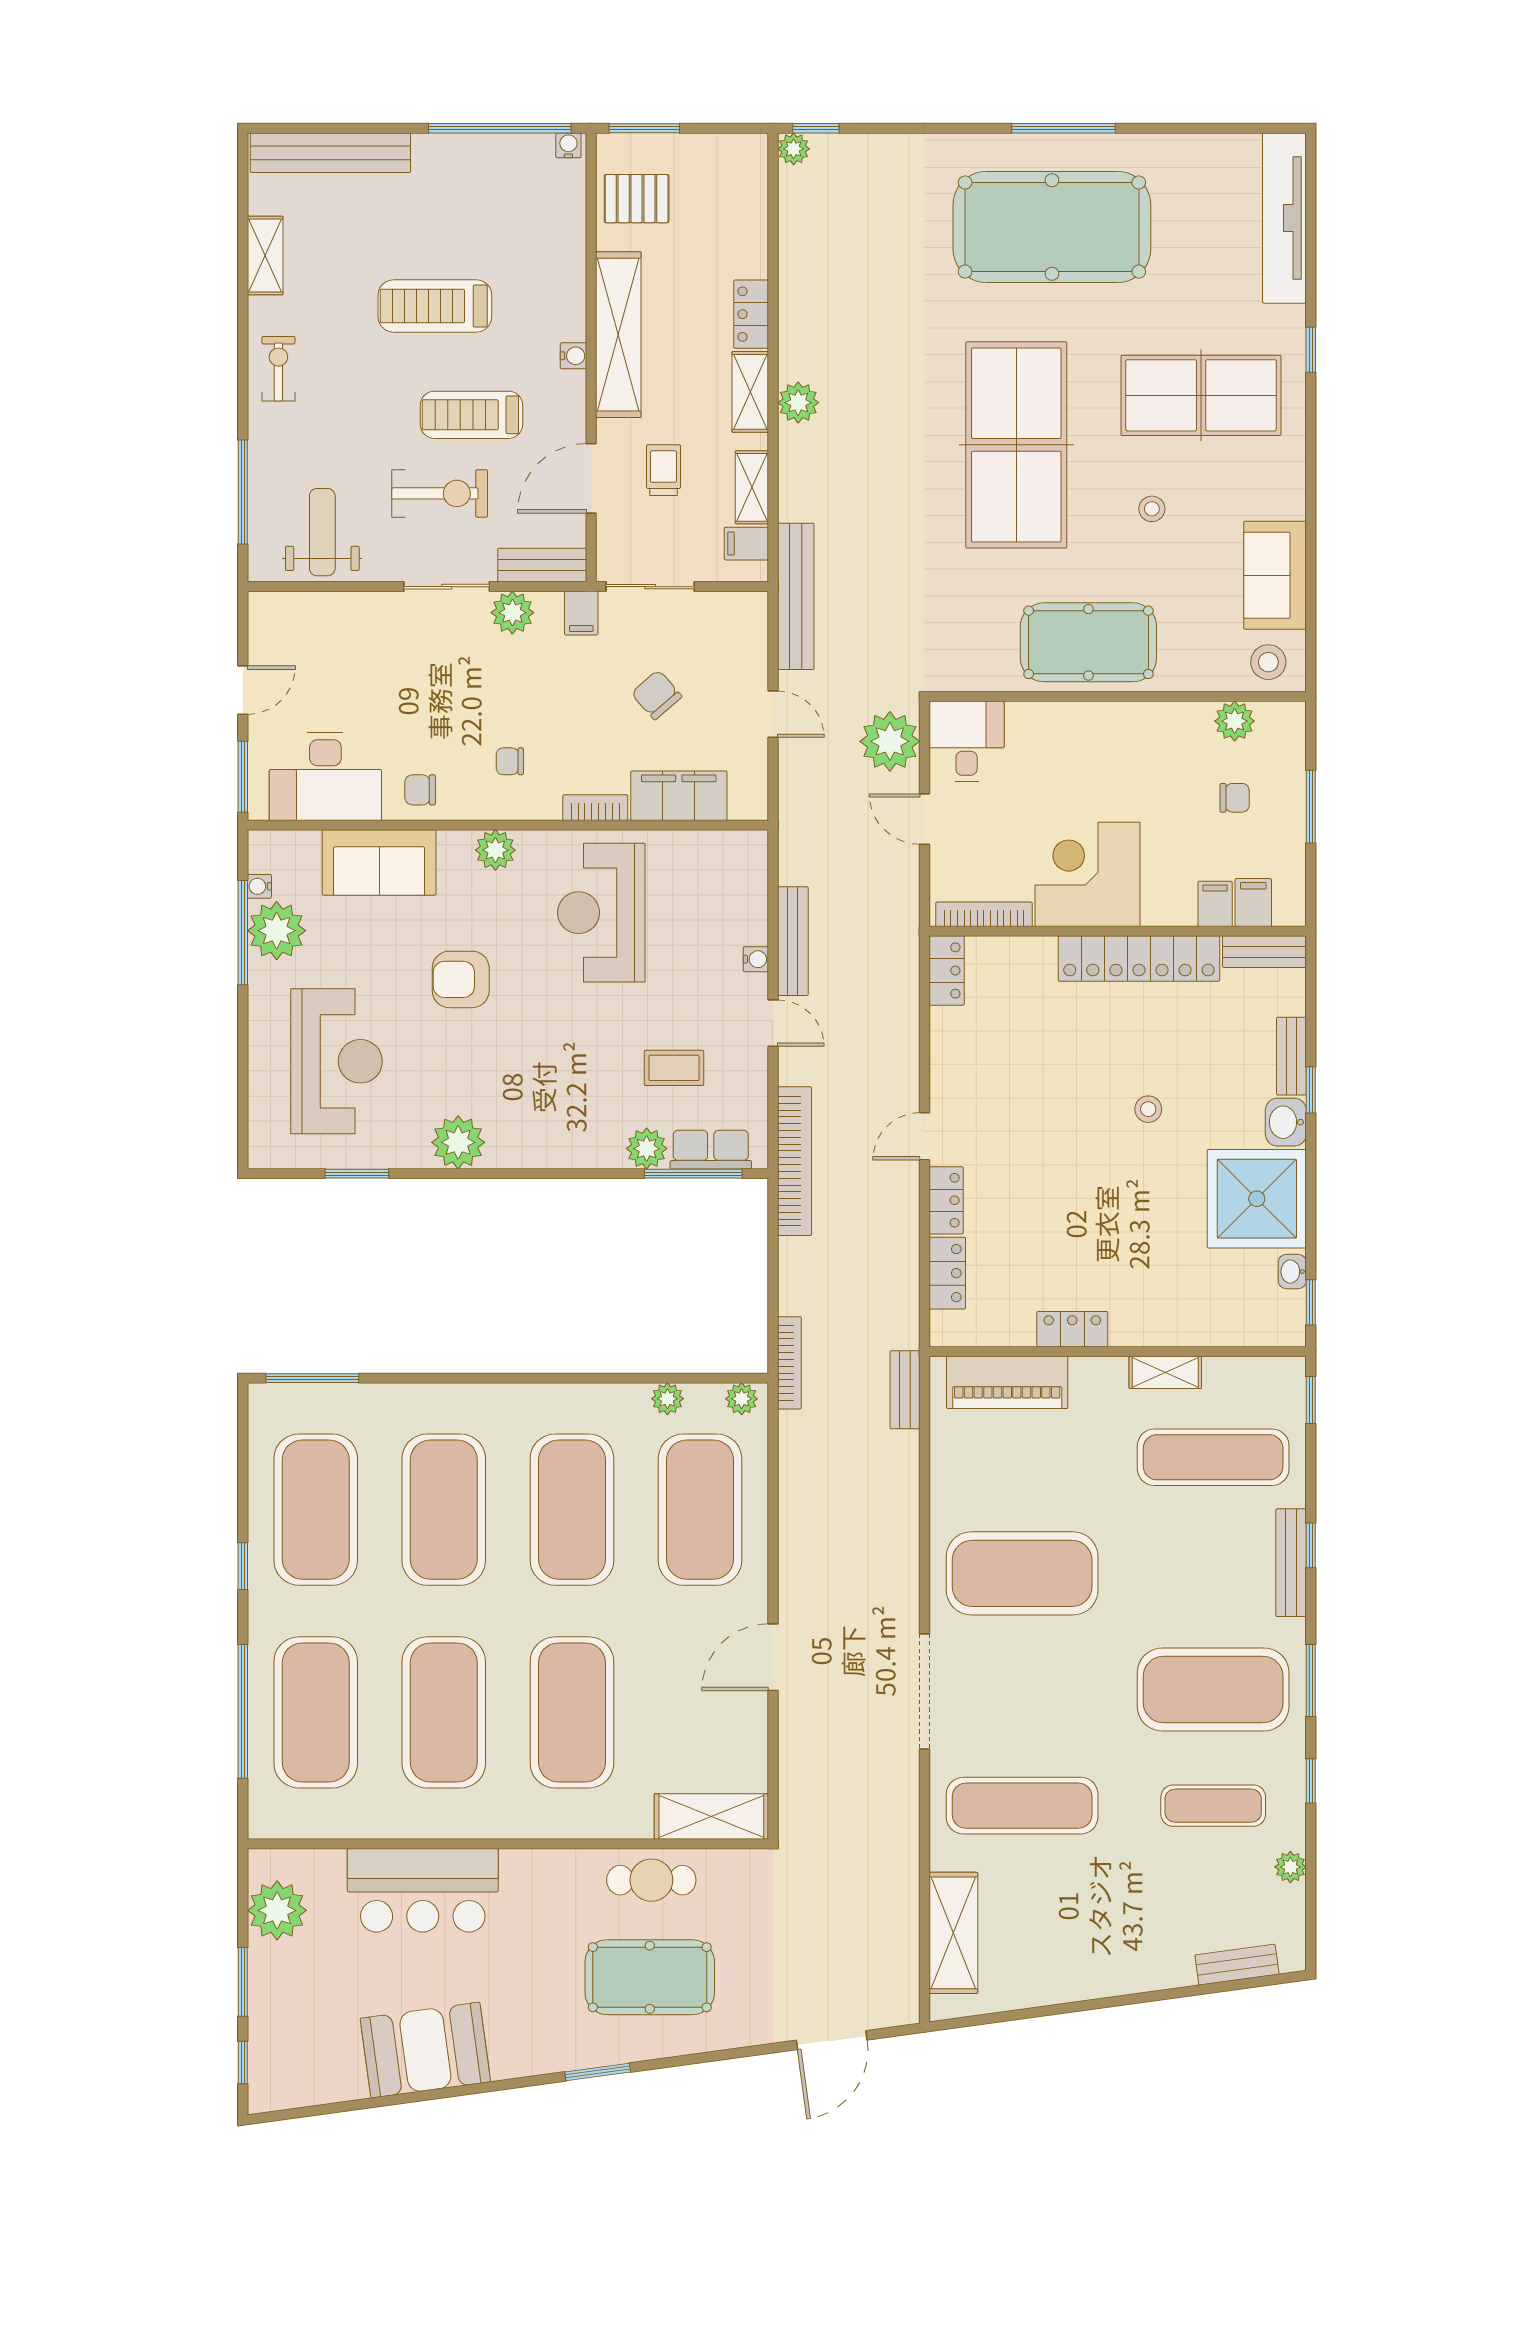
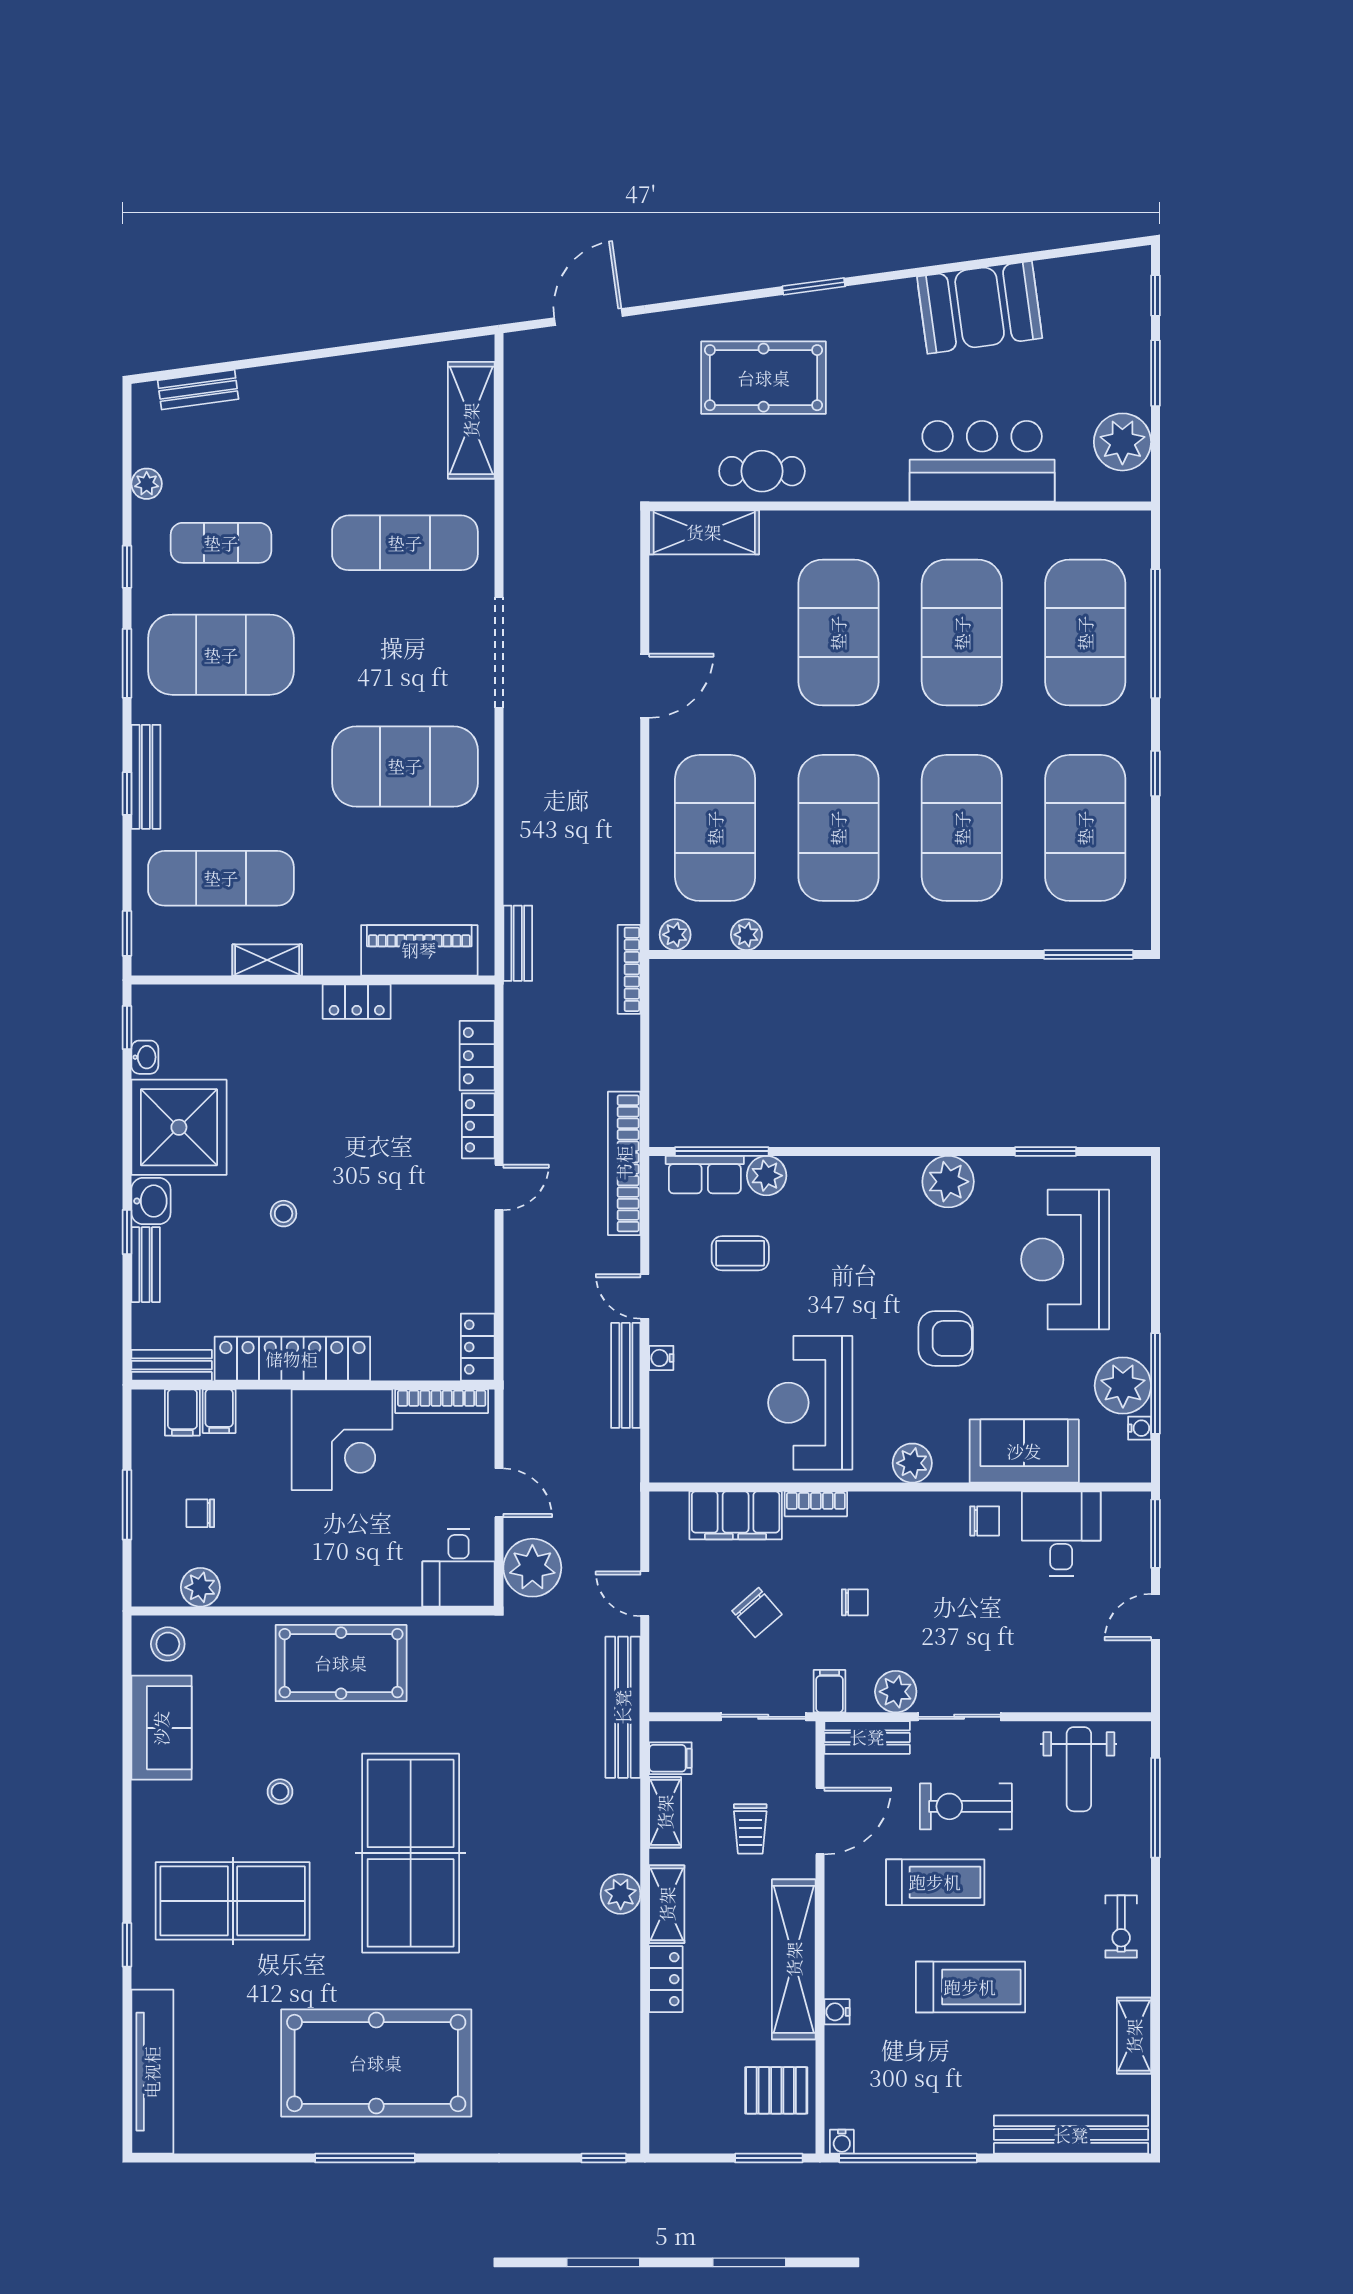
plant: (794, 149) -> (625, 2138), removed
water cooler: (574, 356) -> (837, 2012), moved
chair: (510, 761) -> (855, 1602), moved
desk: (325, 777) -> (1061, 1534), width x0.73
reception desk: (601, 913) -> (810, 1403), turned 180

